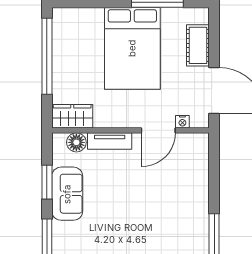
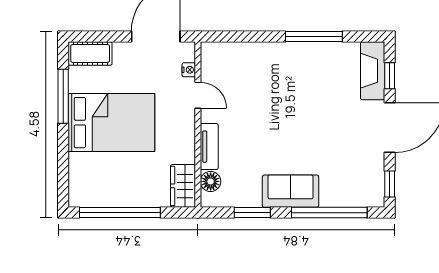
cot: (198, 45) -> (90, 53), moved
door: (158, 130) -> (198, 95), width x0.73
sofa: (67, 194) -> (291, 191), moved

